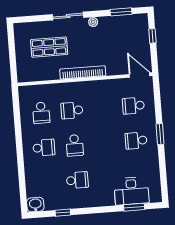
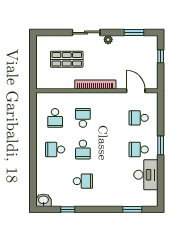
door: (139, 75) -> (136, 91), moved
school desk: (72, 110) -> (83, 118), turned 90
school desk: (44, 148) -> (55, 150), turned 180
desk: (131, 191) -> (146, 175), moved, turned -90

